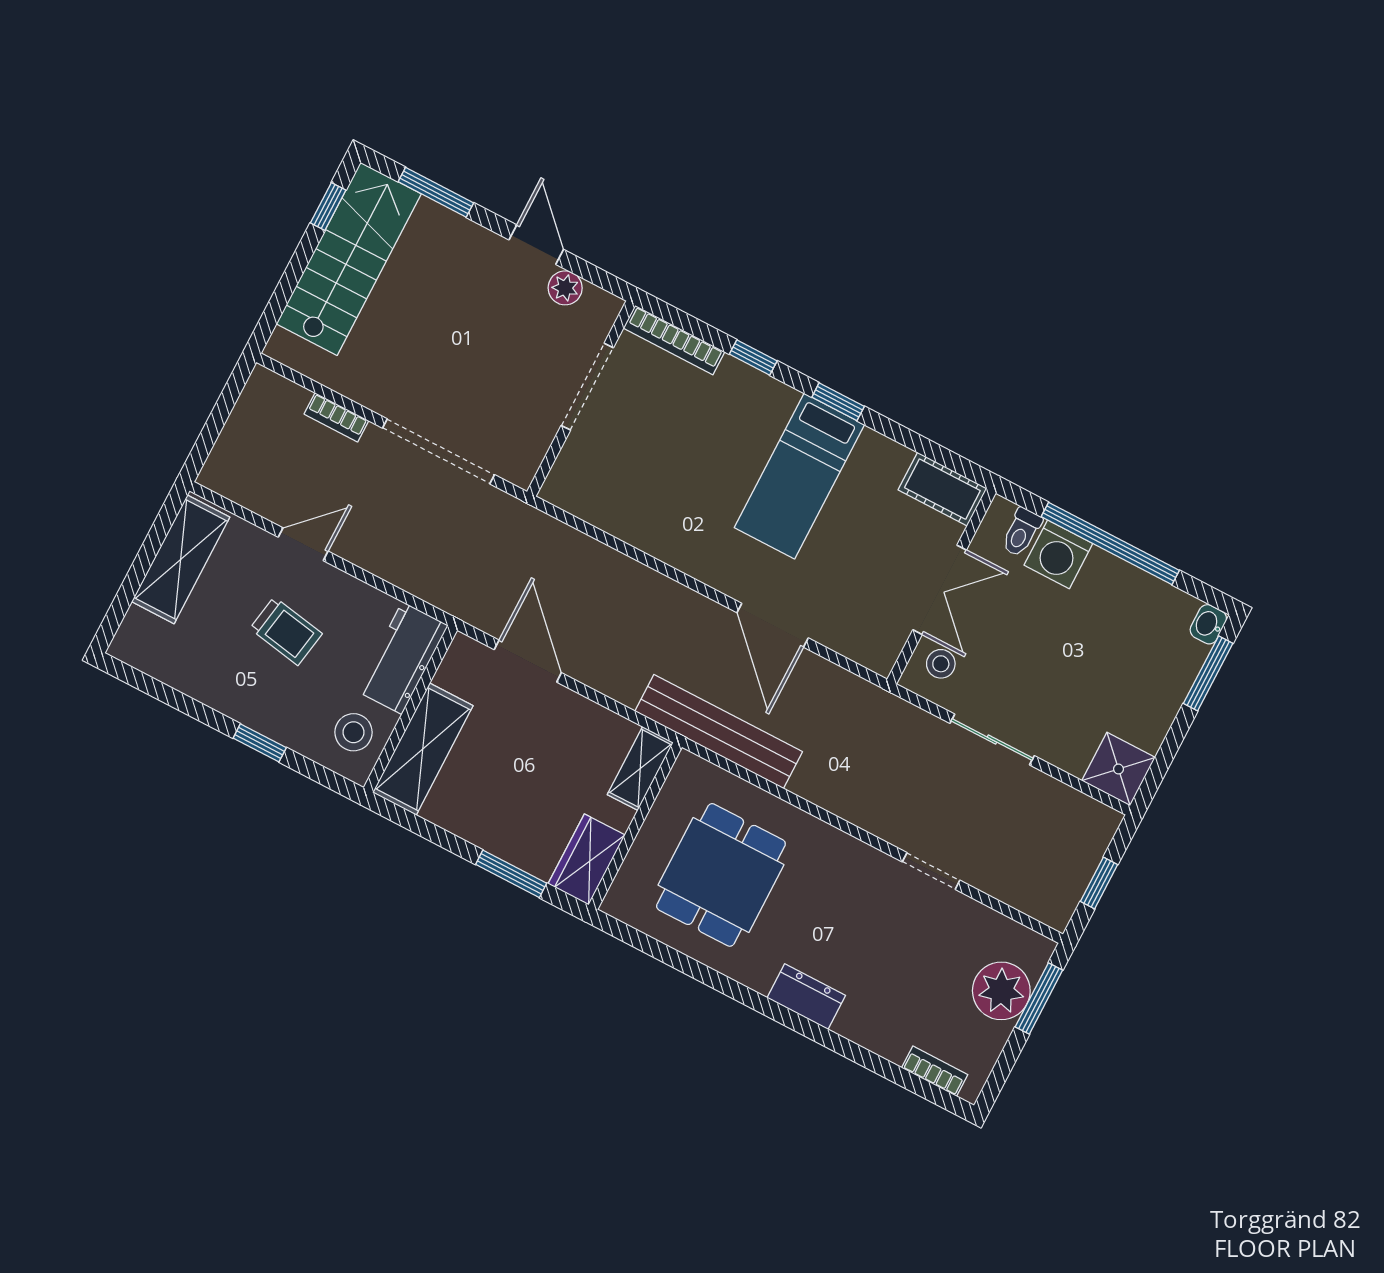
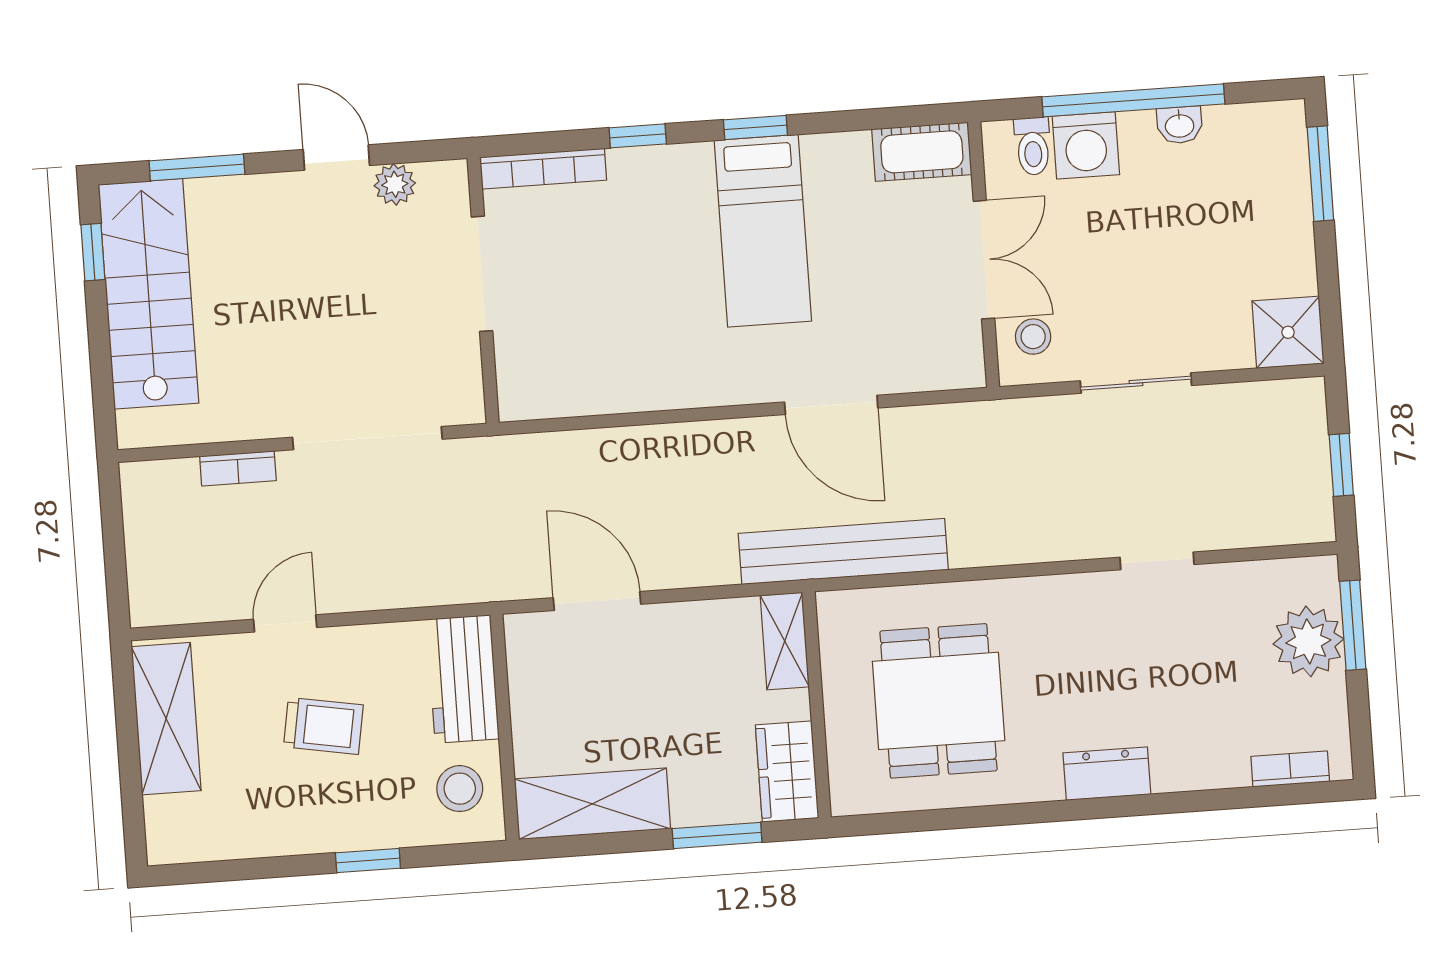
washbasin: (1208, 624) -> (1180, 125), moved, turned -90
shelving: (423, 749) -> (592, 804), moved, turned 90

